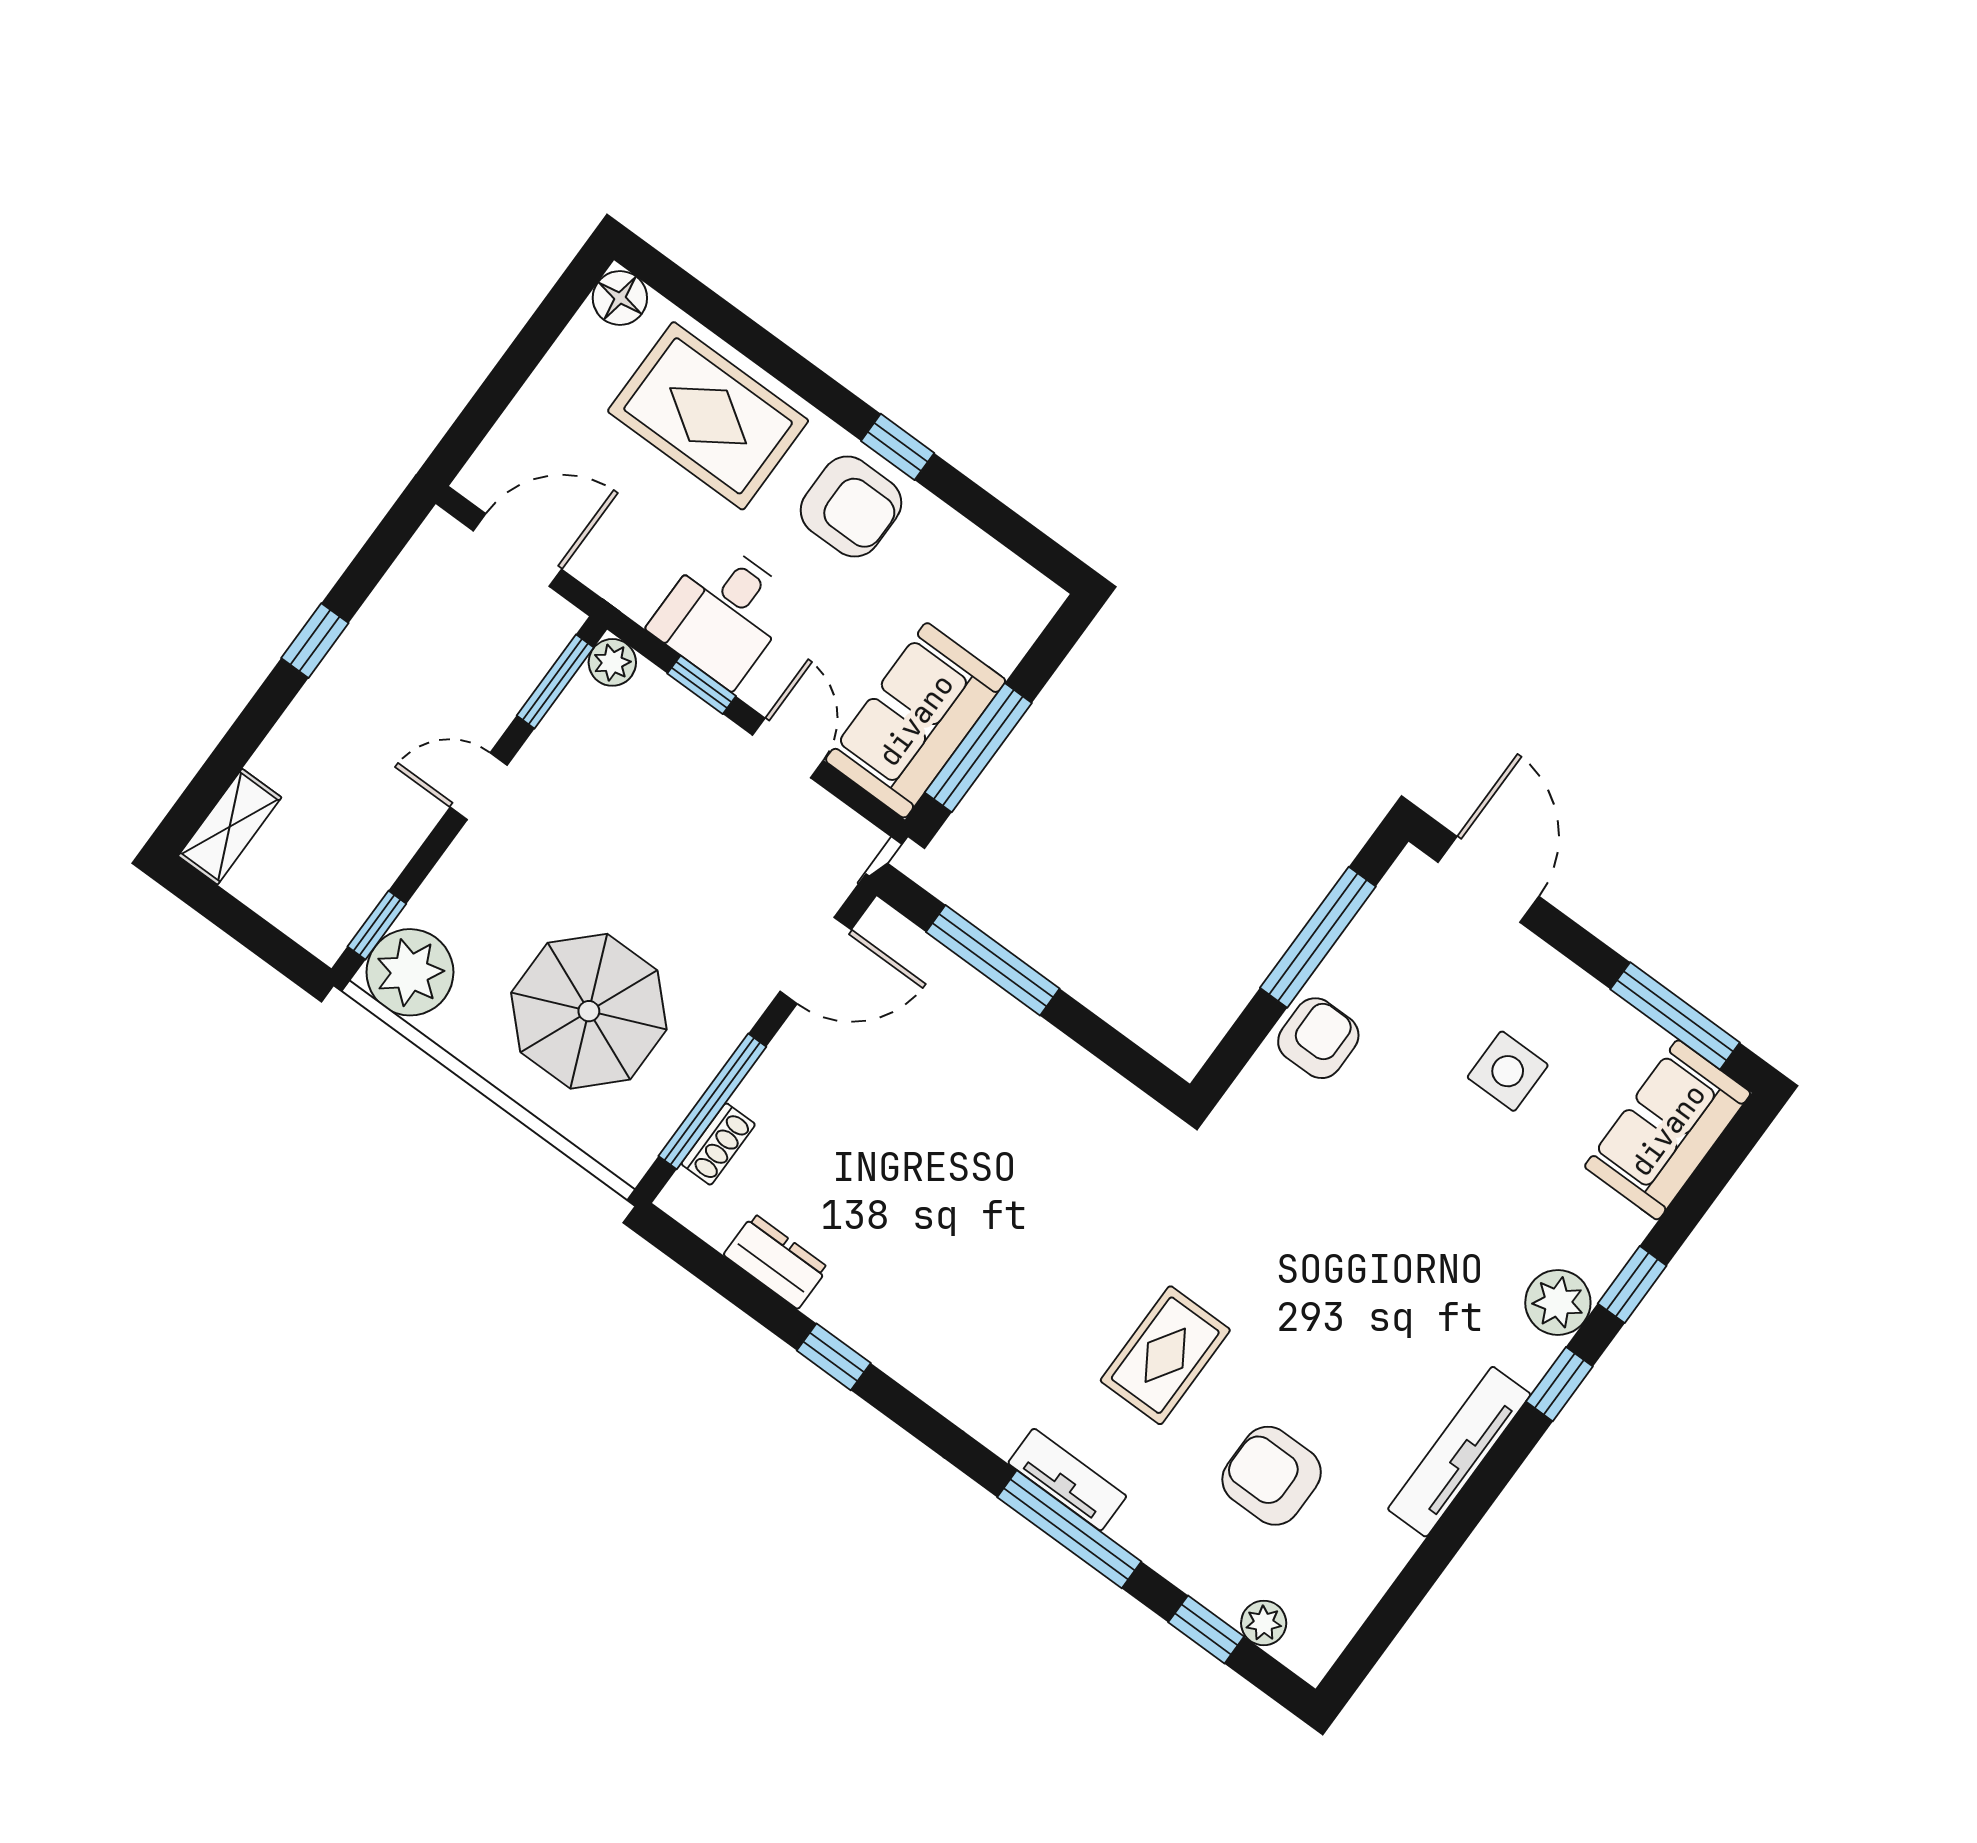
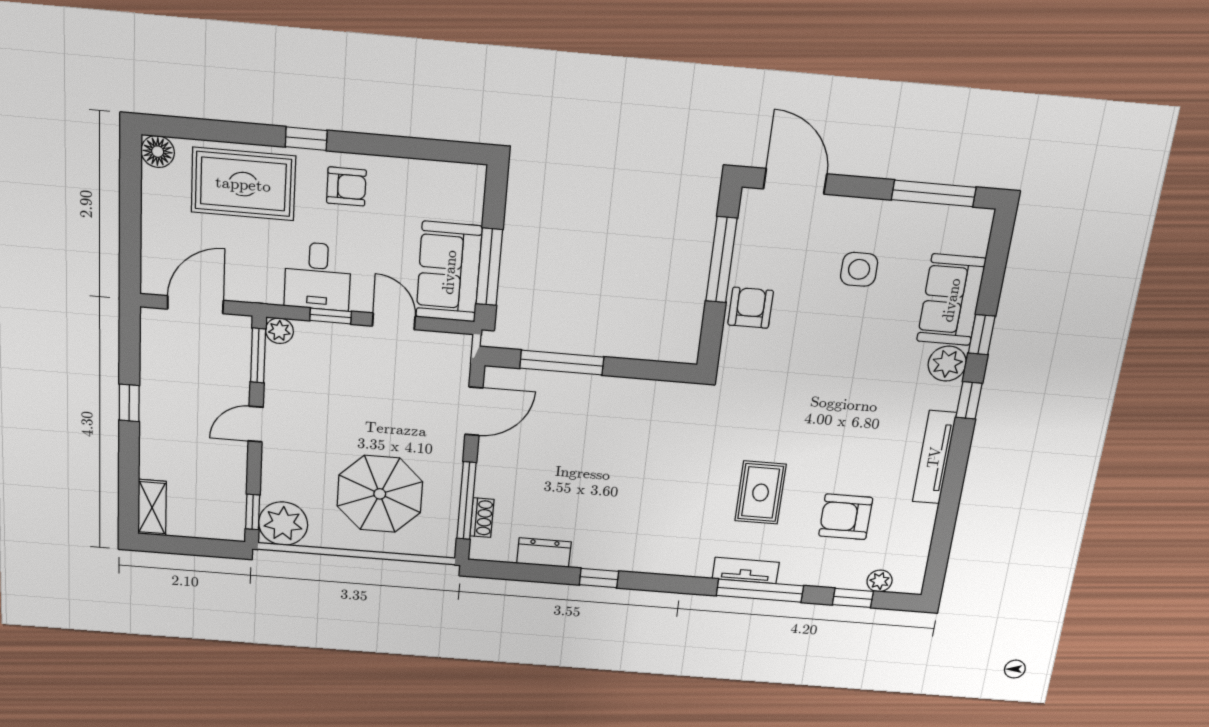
window: (898, 447) -> (306, 139), moved
armchair: (851, 507) -> (346, 186), width x0.72, depth x0.72
sofa: (1668, 1130) -> (951, 300), moved

